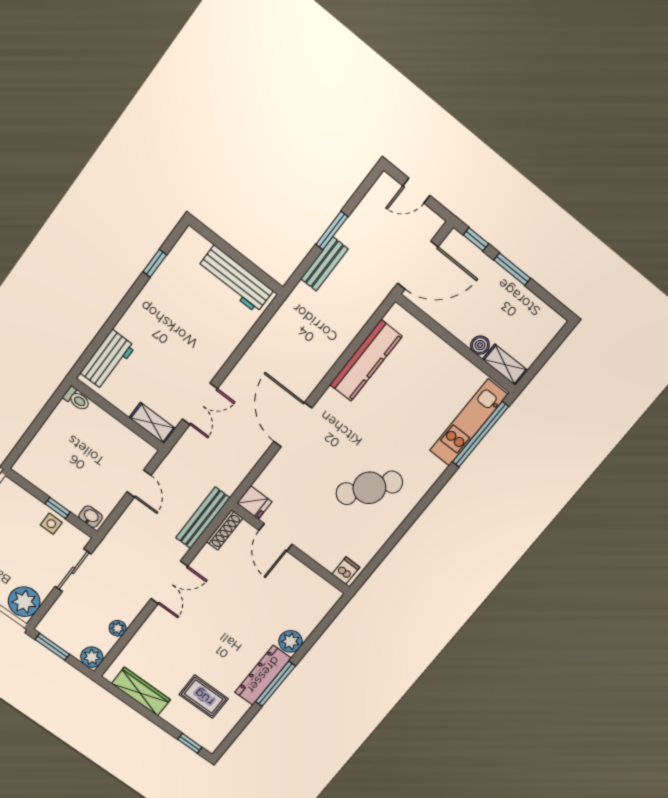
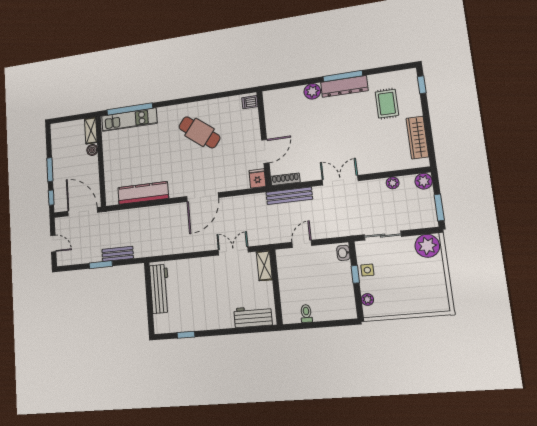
toilet: (77, 399) -> (306, 313), moved
plant: (21, 496) -> (367, 300), added

